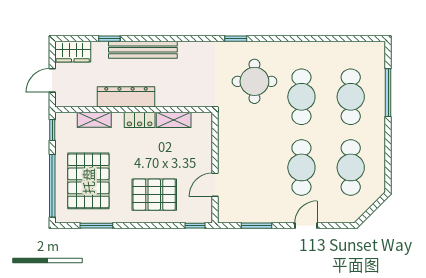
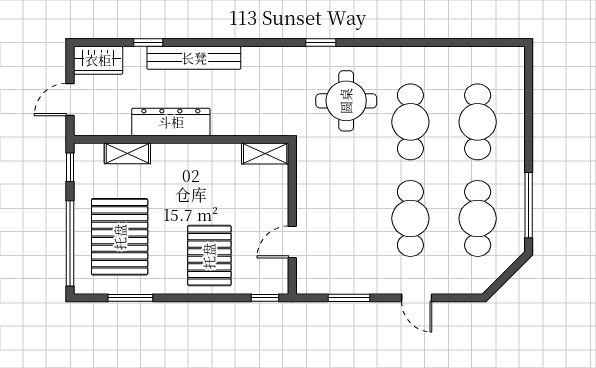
window: (388, 93) -> (529, 205), moved
locker: (140, 120) -> (189, 154), removed
shelving: (174, 120) -> (265, 154), moved
pallet: (154, 195) -> (209, 256), turned 90
door: (306, 226) -> (417, 298), swing flipped

